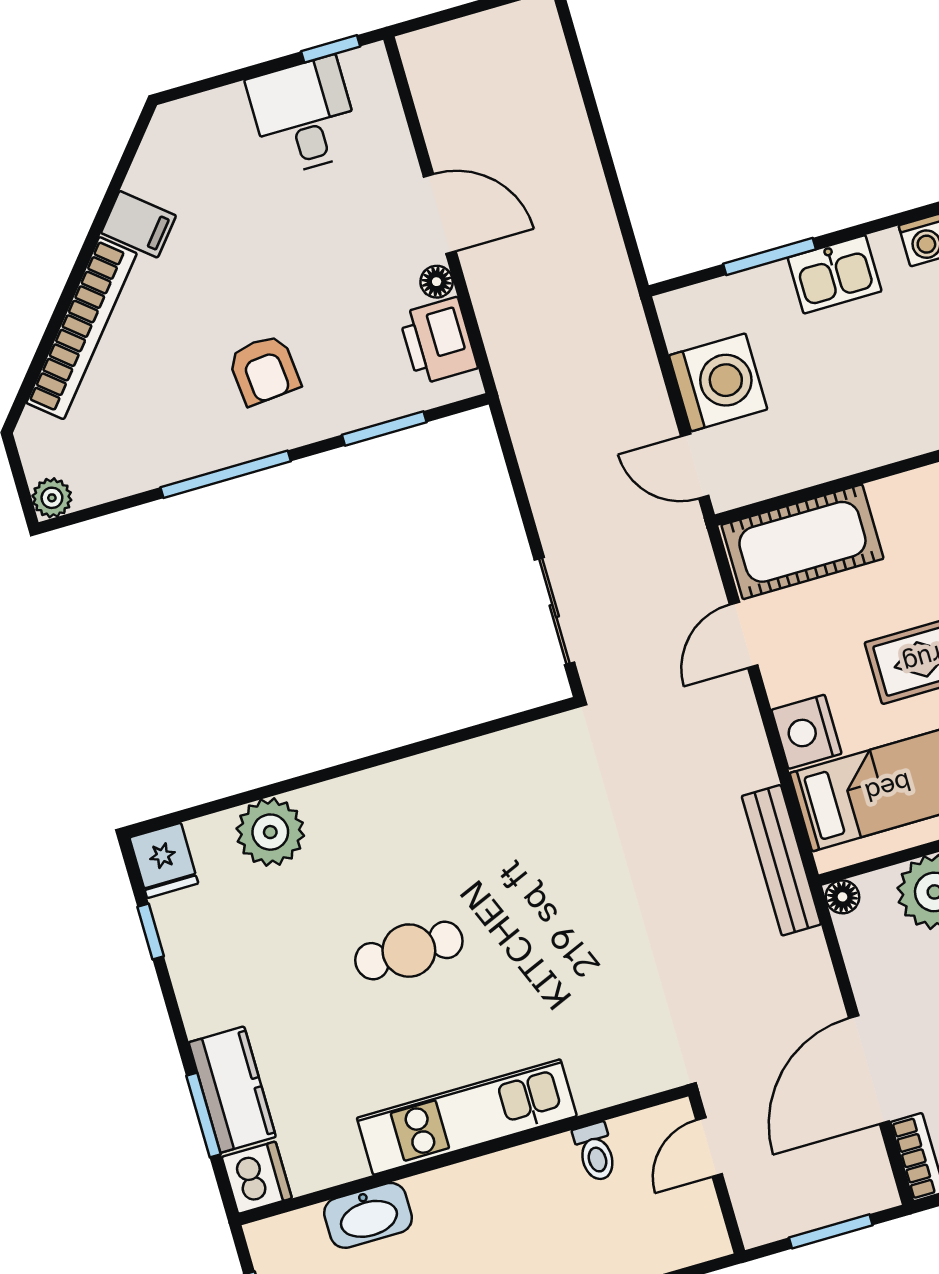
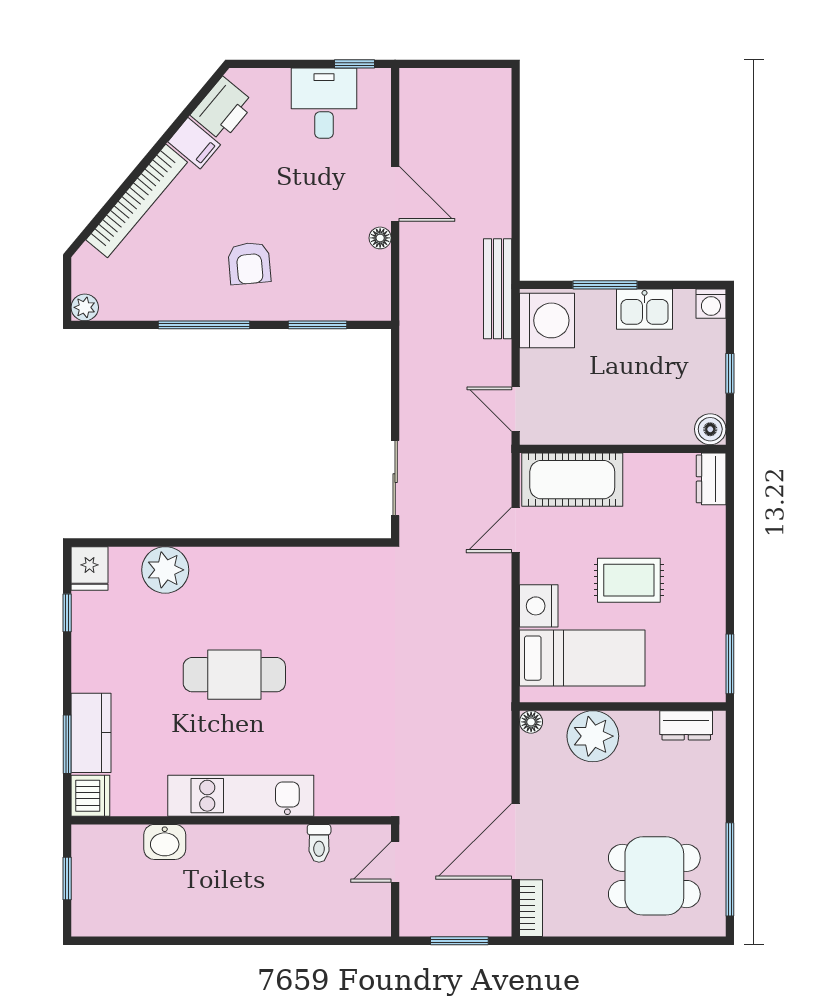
printer: (438, 341) -> (223, 109), moved, turned -140
washing machine: (718, 382) -> (547, 320), moved
bench: (781, 860) -> (498, 289), moved
cafe table: (409, 951) -> (234, 675), width x1.37, depth x1.35
washbasin: (368, 1215) -> (165, 842), width x0.72

